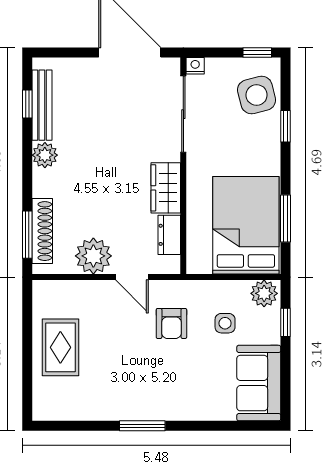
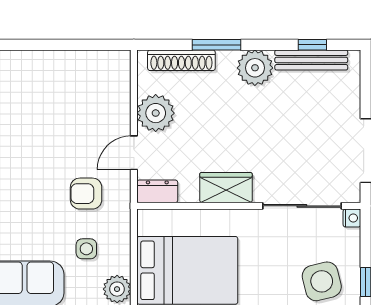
plant: (45, 155) -> (255, 68), width x1.36, depth x1.36
window: (27, 235) -> (217, 45), moved
dresser: (169, 235) -> (157, 191), moved
rug: (60, 347) -> (61, 79), removed

